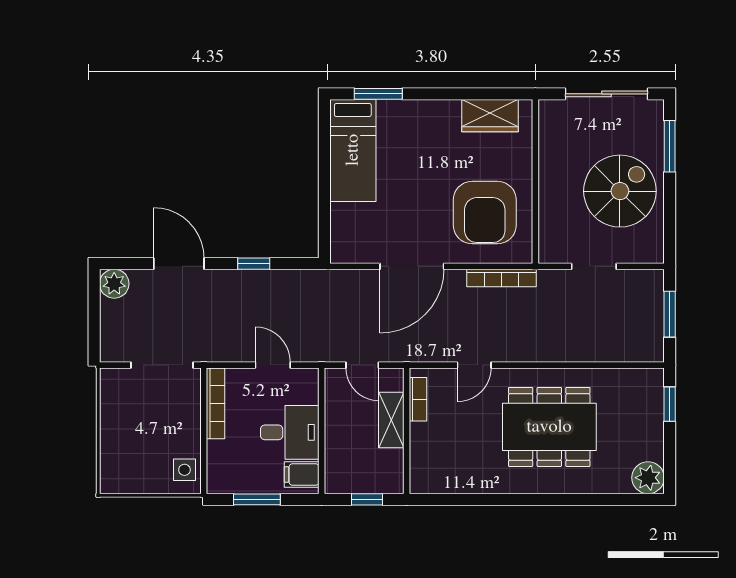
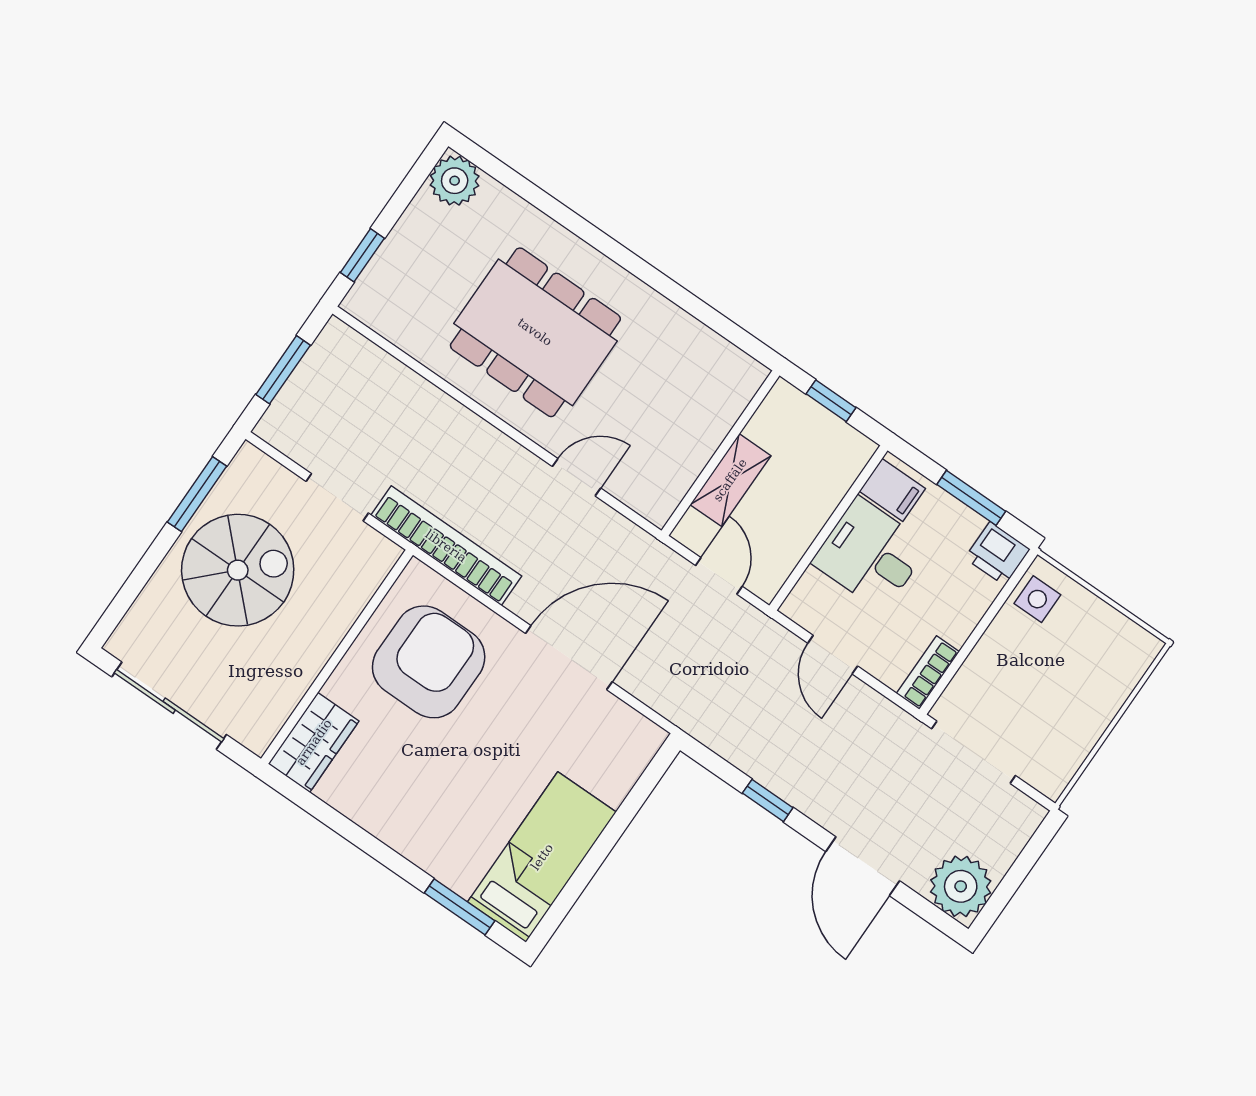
wardrobe: (490, 116) -> (314, 742), moved, turned 90
window: (670, 146) -> (197, 494), moved
spiral stairs: (620, 191) -> (238, 570), turned 180
bookcase: (502, 278) -> (446, 546), width x1.48, depth x1.31
plant: (114, 284) -> (961, 886), width x1.36, depth x1.36
bookcase: (418, 399) -> (678, 483), removed
bookcase: (216, 403) -> (928, 673), width x0.64
printer: (222, 479) -> (997, 554), added

